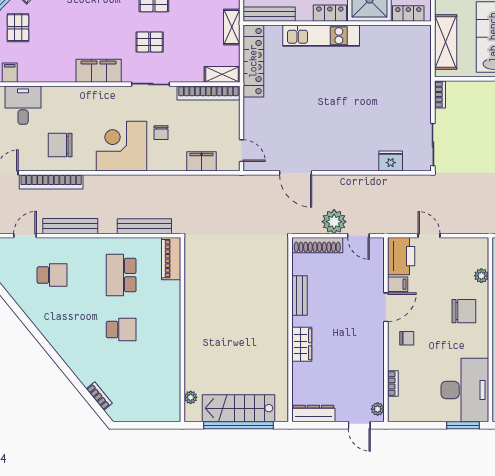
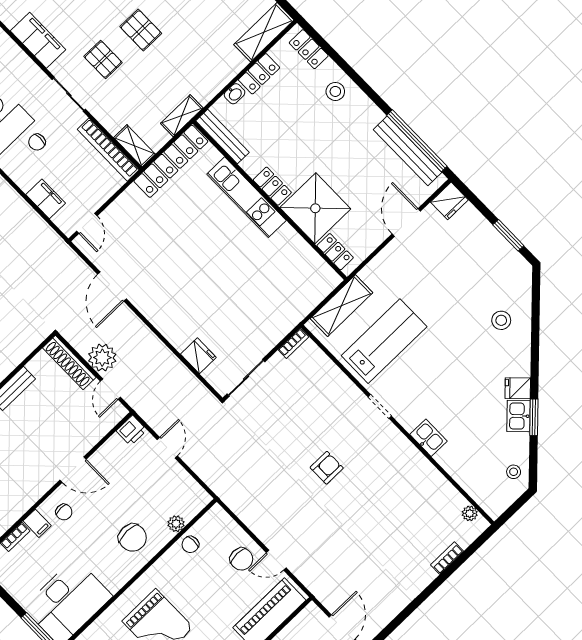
printer: (401, 256) -> (132, 430), width x0.53, depth x0.68
filing cabinet: (398, 284) -> (37, 523), moved

